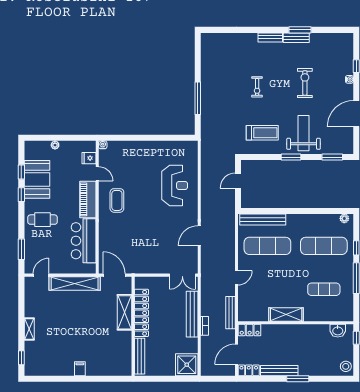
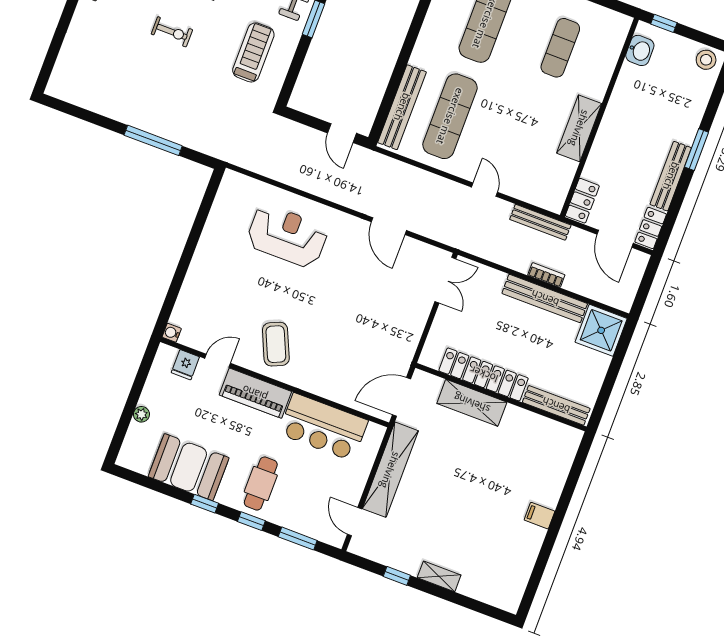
window: (21, 172) -> (251, 521), moved
door: (238, 181) -> (342, 133), moved
coffee table: (117, 200) -> (276, 344), turned 66
bench: (192, 314) -> (545, 298), moved
window: (21, 358) -> (397, 576), moved

